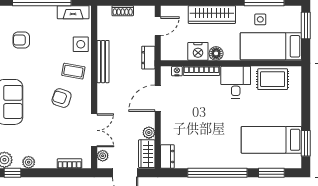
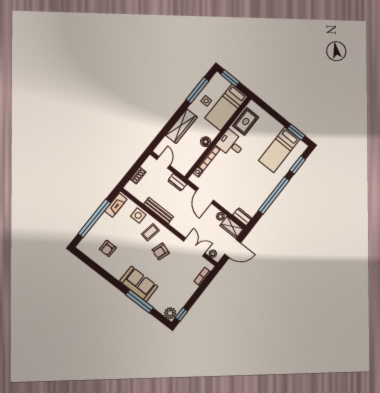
nightstand: (198, 51) -> (196, 151), removed
plant: (29, 162) -> (183, 300), removed

